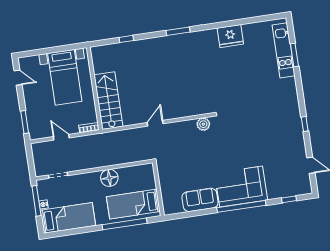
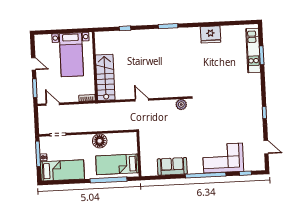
door: (18, 78) -> (34, 64), moved
door: (155, 123) -> (142, 100), hinge flipped
door: (61, 137) -> (53, 104), moved
corner sofa: (241, 187) -> (223, 158), moved

